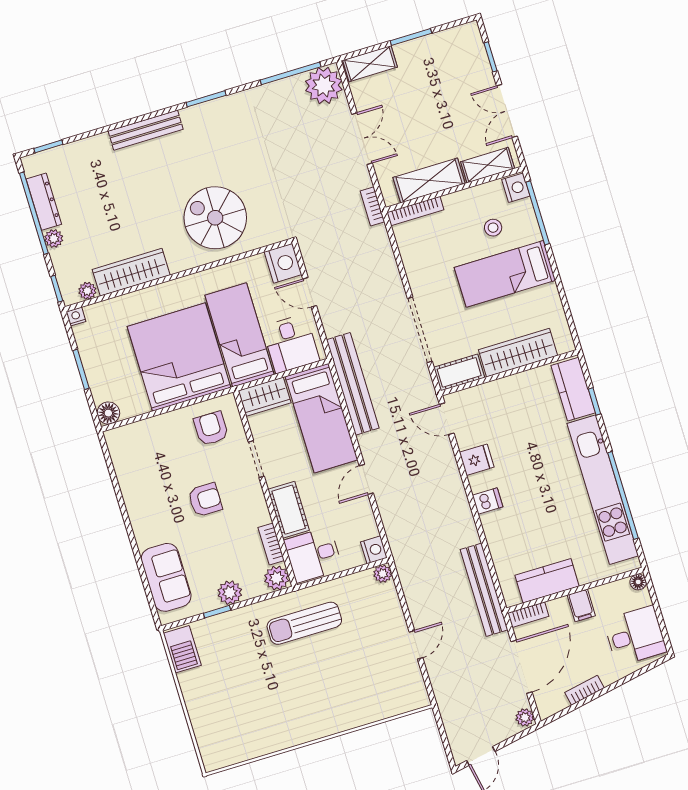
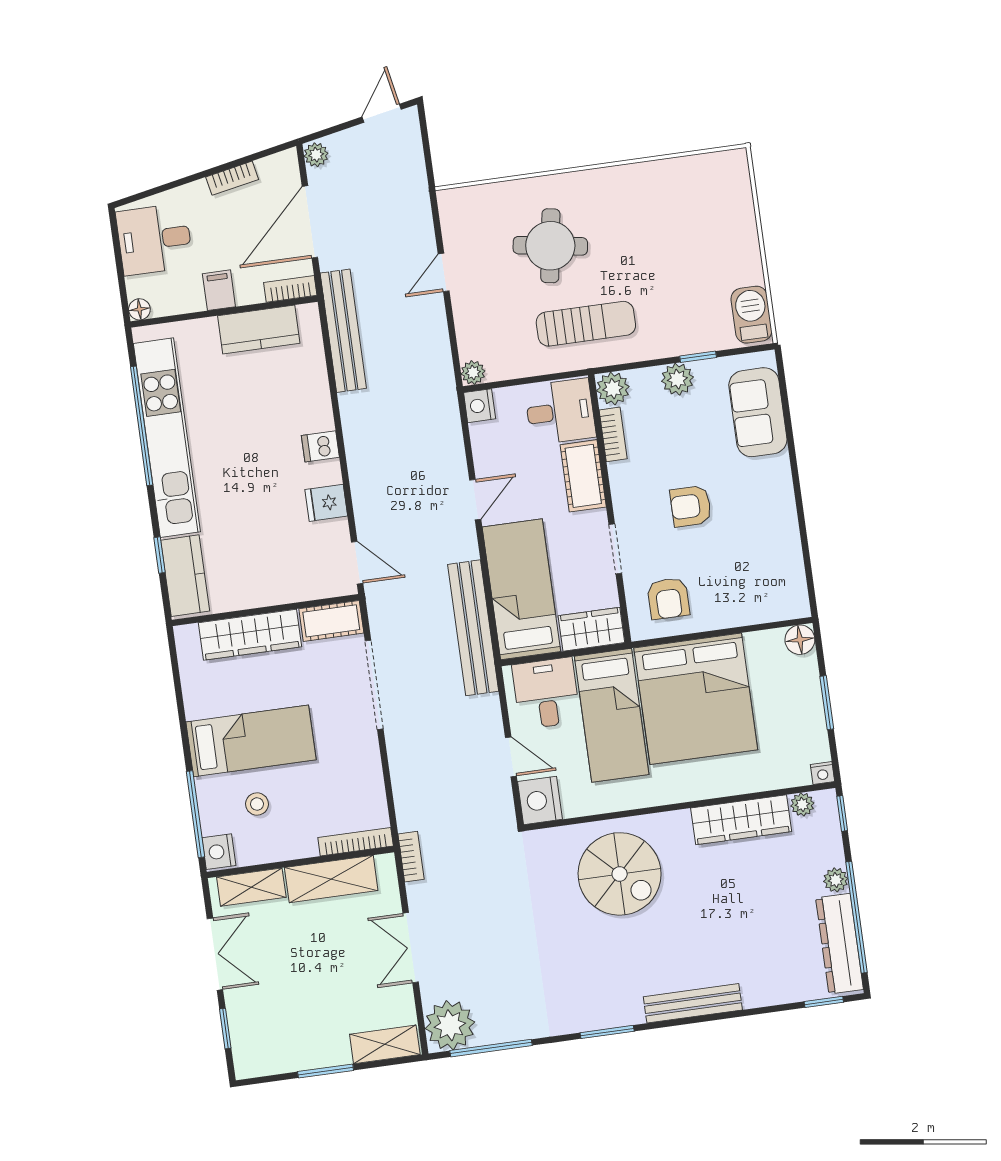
dresser: (44, 202) -> (840, 944), width x1.37, depth x1.24
round table: (340, 677) -> (550, 246), added

